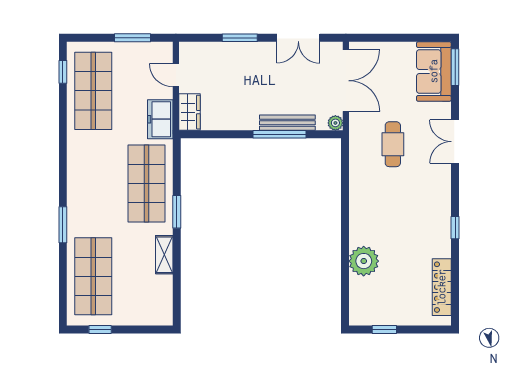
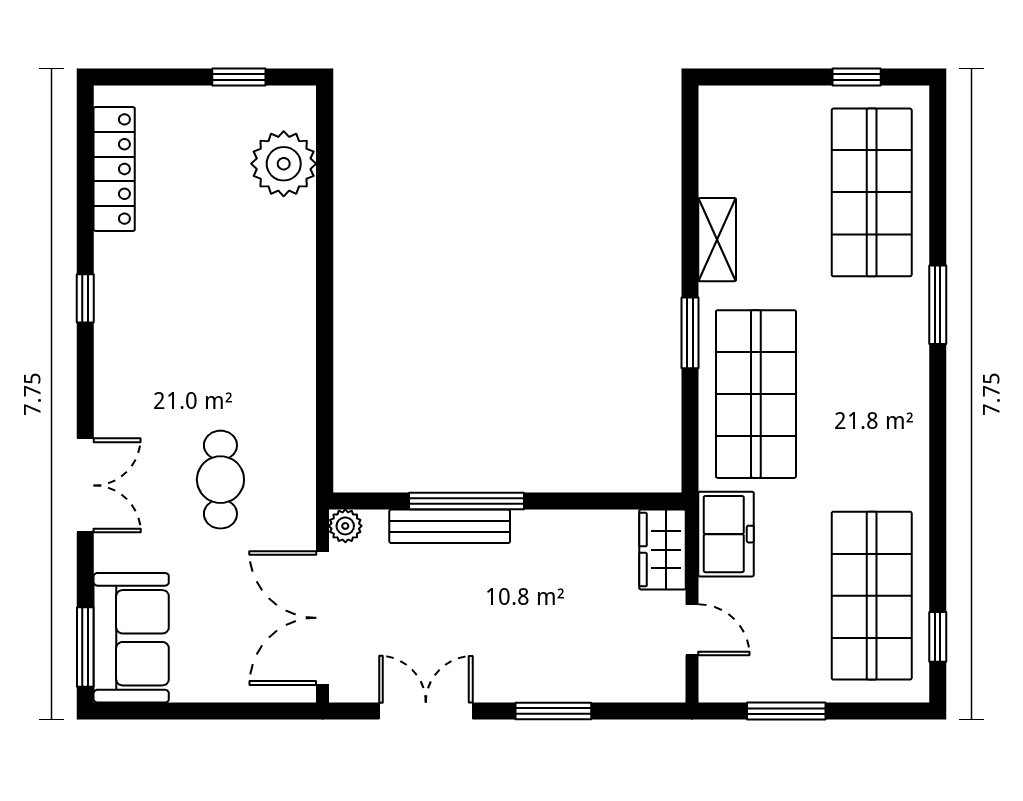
plant: (364, 261) -> (284, 164), moved

